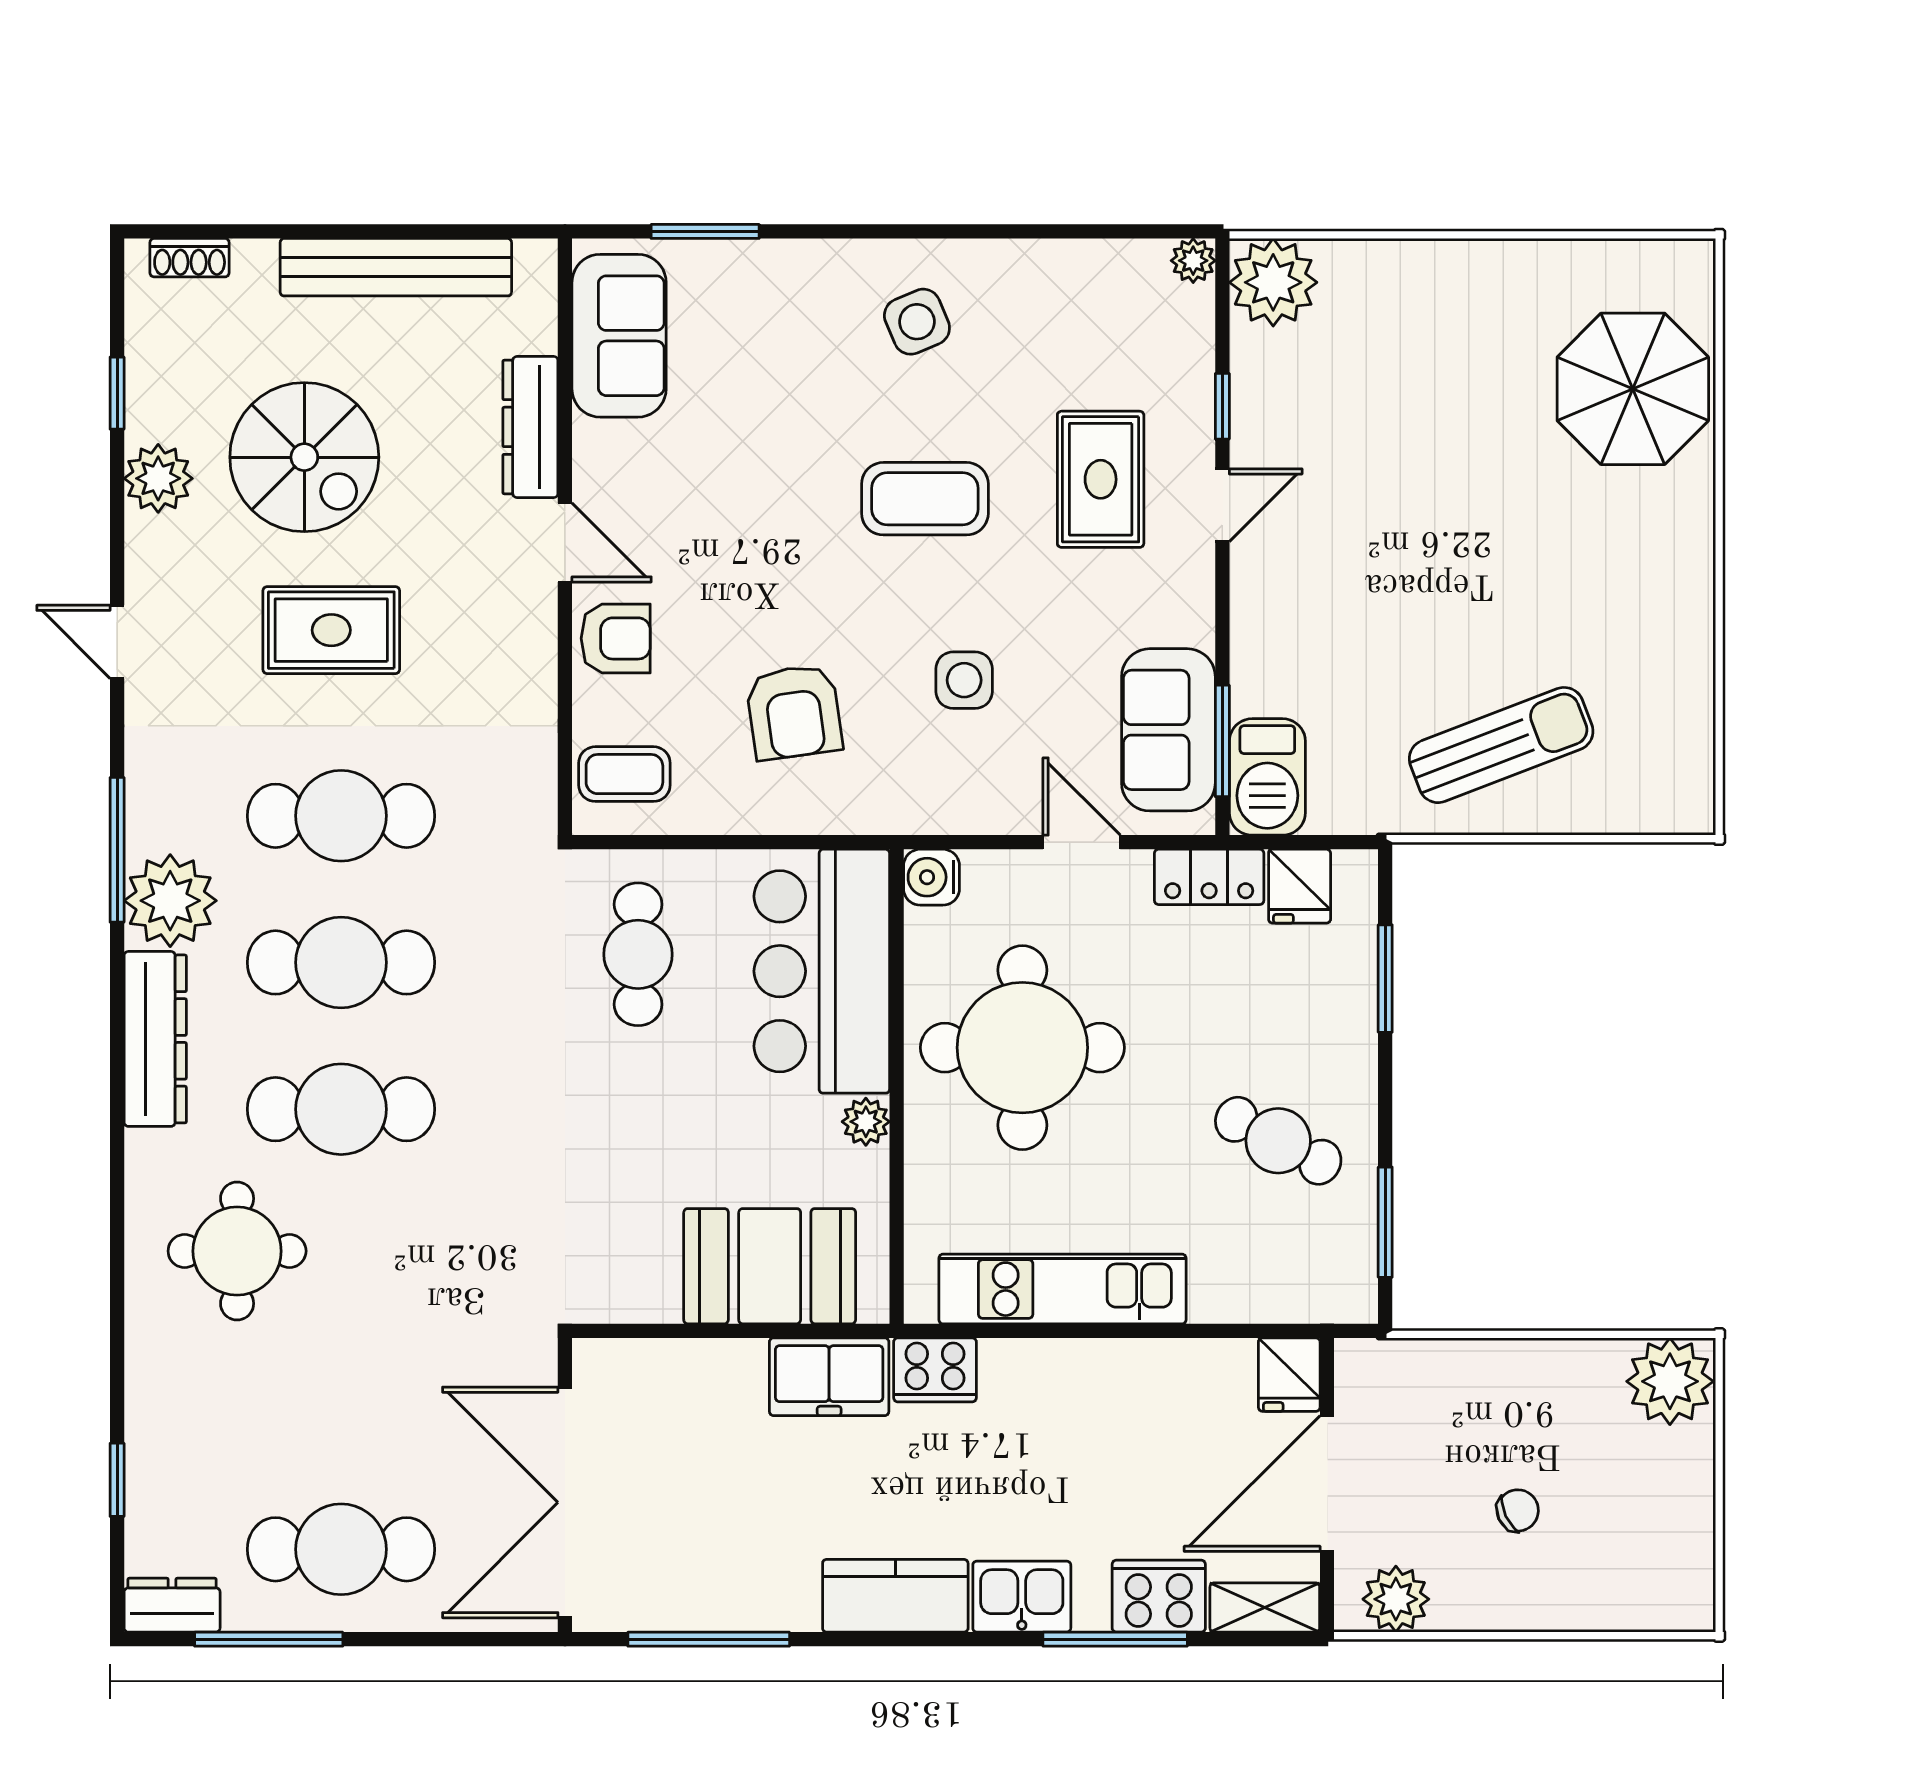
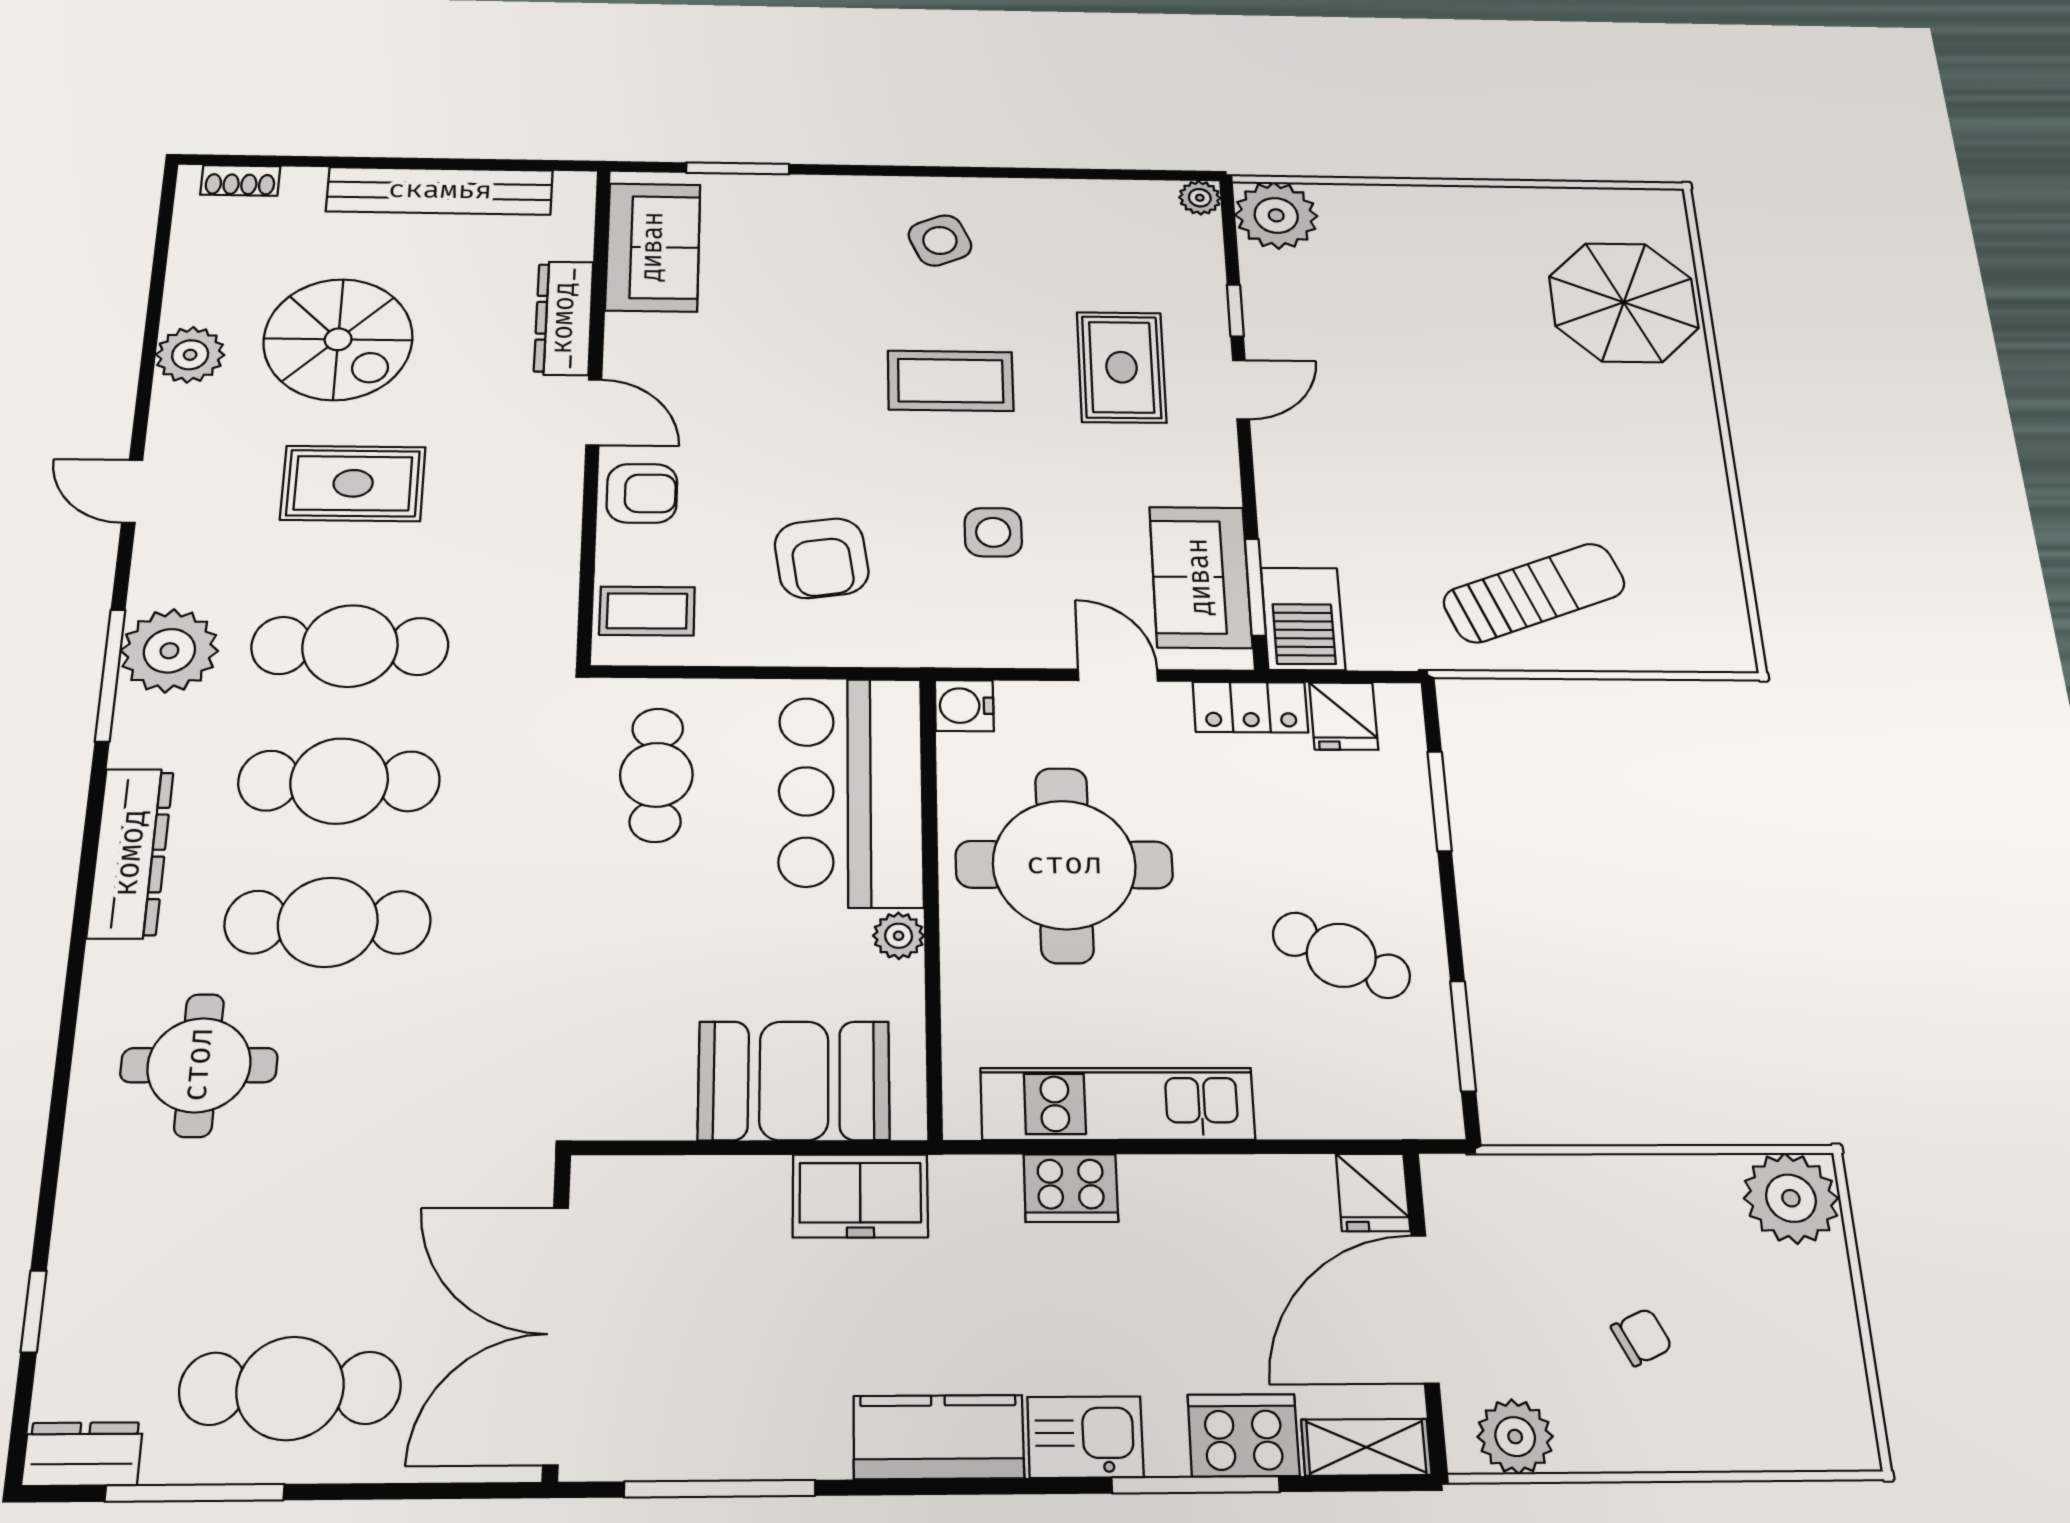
window: (117, 393) -> (157, 285), removed
plant: (170, 901) -> (169, 651), moved
cooker: (935, 1370) -> (1071, 1188), moved

